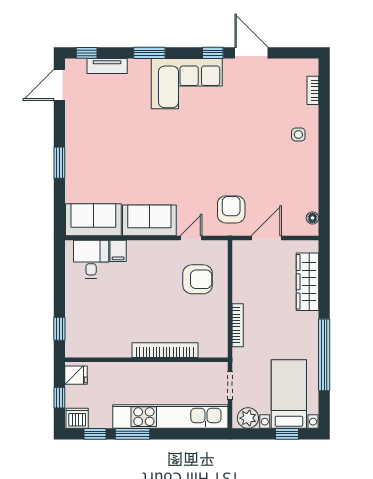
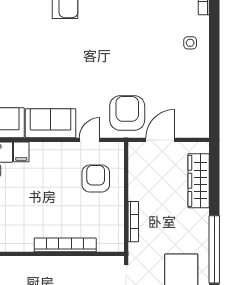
armchair: (231, 209) -> (127, 113), width x1.36, depth x1.36
floor lamp: (312, 218) -> (203, 121), removed
armchair: (198, 279) -> (96, 178), turned -90

